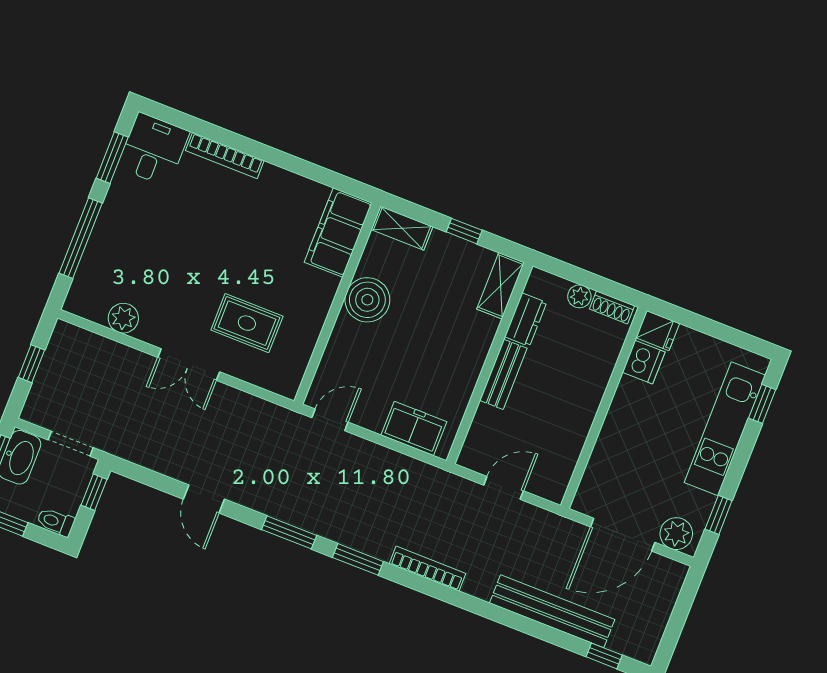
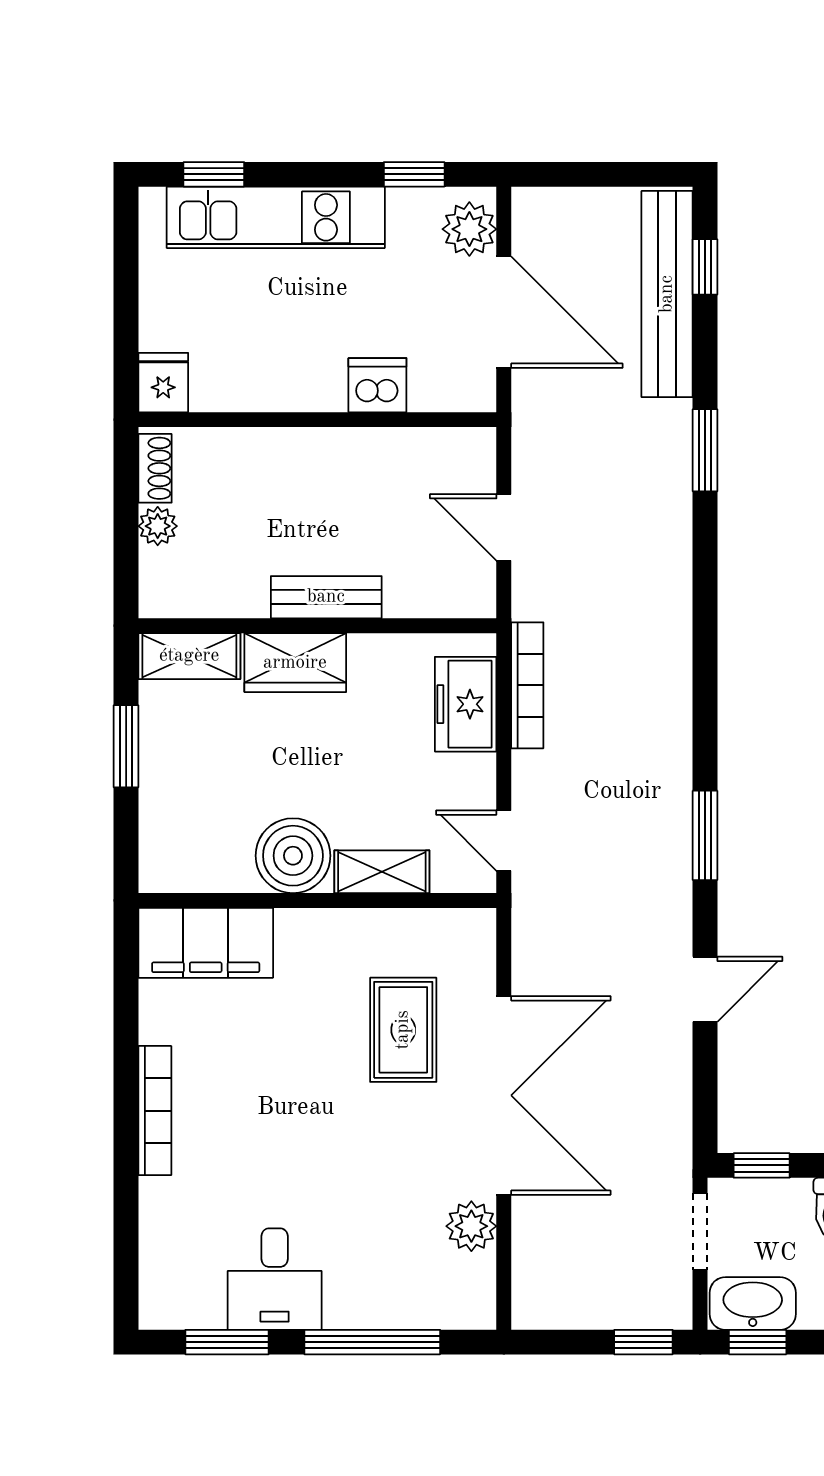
desk: (153, 149) -> (275, 1279), moved, turned -90
bookcase: (225, 156) -> (155, 1111), moved
shelving: (402, 228) -> (382, 872), moved, turned 90
window: (464, 231) -> (126, 746), width x1.50
dresser: (526, 320) -> (227, 596), removed
wardrobe: (474, 343) -> (295, 663), added
dishwasher: (644, 362) -> (377, 385), moved
window: (31, 364) -> (643, 1342), moved
double door: (189, 365) -> (504, 1095), width x1.87
window: (358, 559) -> (705, 450), moved
bookcase: (428, 569) -> (527, 685), moved, turned 180
bench: (552, 611) -> (667, 294), moved

